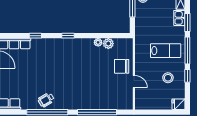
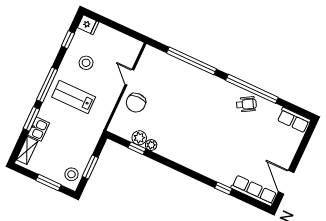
window: (68, 36) -> (137, 148), moved
chair: (122, 66) -> (136, 103), turned 90
window: (187, 76) -> (68, 40), moved

